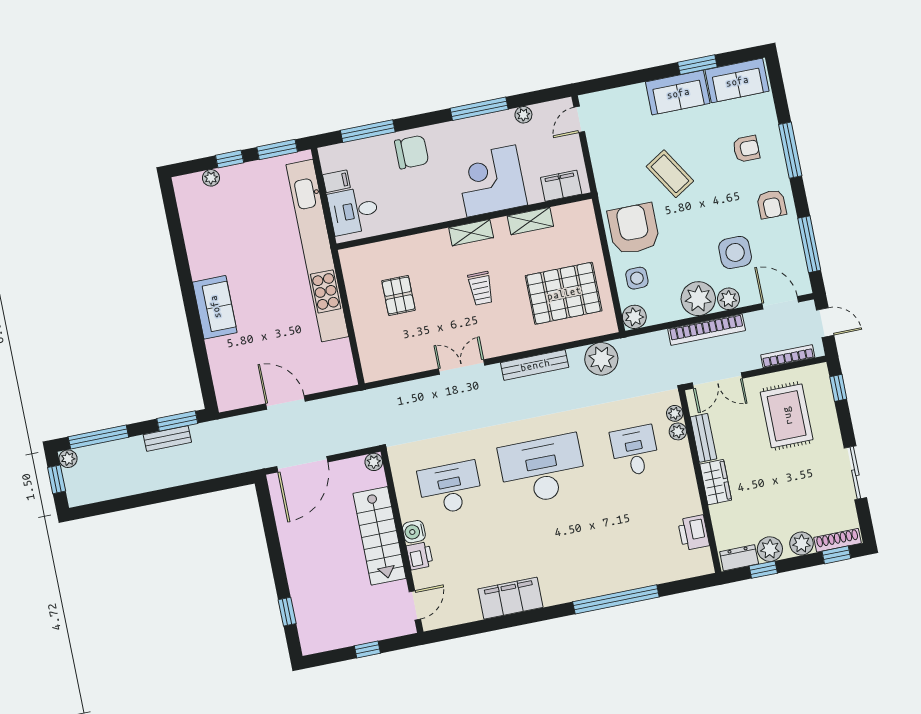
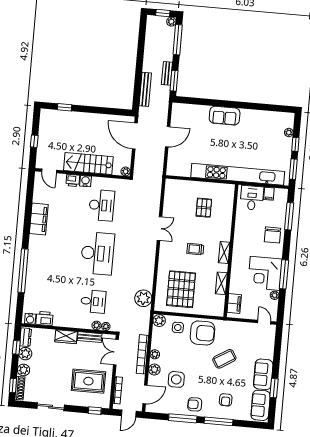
corner desk: (491, 181) -> (265, 273), moved, turned 180
window: (809, 244) -> (183, 418), moved
pallet: (398, 295) -> (204, 208), turned 90
plant: (698, 299) -> (155, 354), width x0.53, depth x0.53
bench: (535, 365) -> (145, 89), moved
water cooler: (702, 559) -> (30, 319), added

